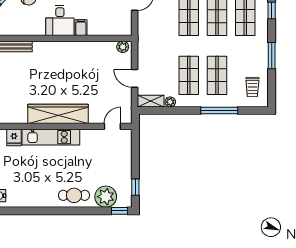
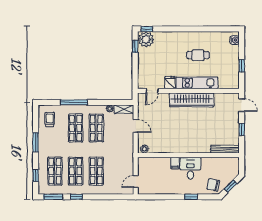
fridge: (14, 137) -> (170, 83), moved
cafe table: (74, 195) -> (198, 55), moved
plant: (106, 197) -> (146, 39), moved

